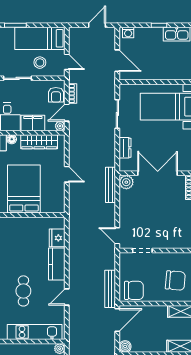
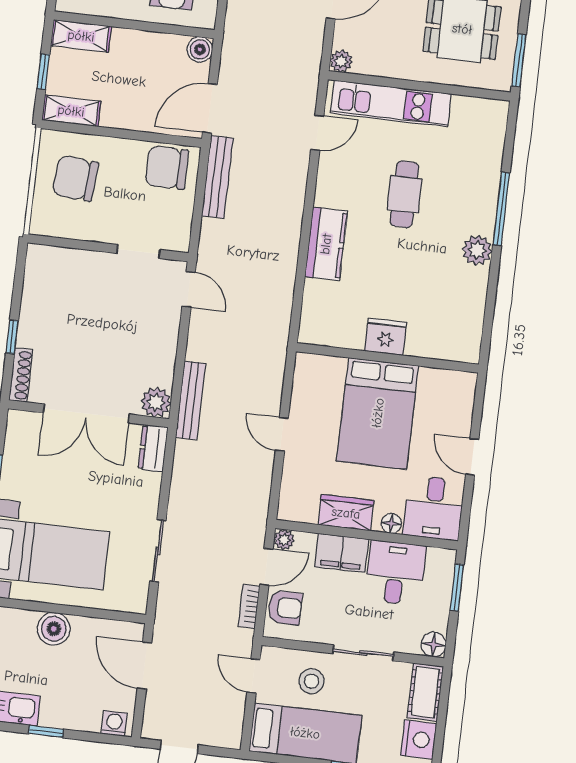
boiler: (161, 73) -> (54, 629), added
armchair: (56, 95) -> (285, 608), turned 90
wardrobe: (39, 142) -> (346, 513), width x0.67
dresser: (125, 148) -> (153, 448), moved
fridge: (57, 238) -> (386, 337), moved, turned -90
door: (67, 297) -> (317, 133), moved

